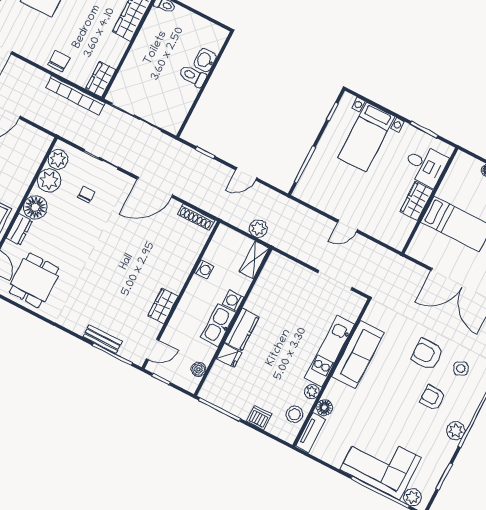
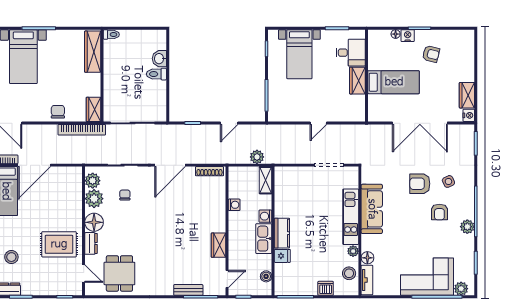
armchair: (433, 398) -> (439, 212), turned -90

